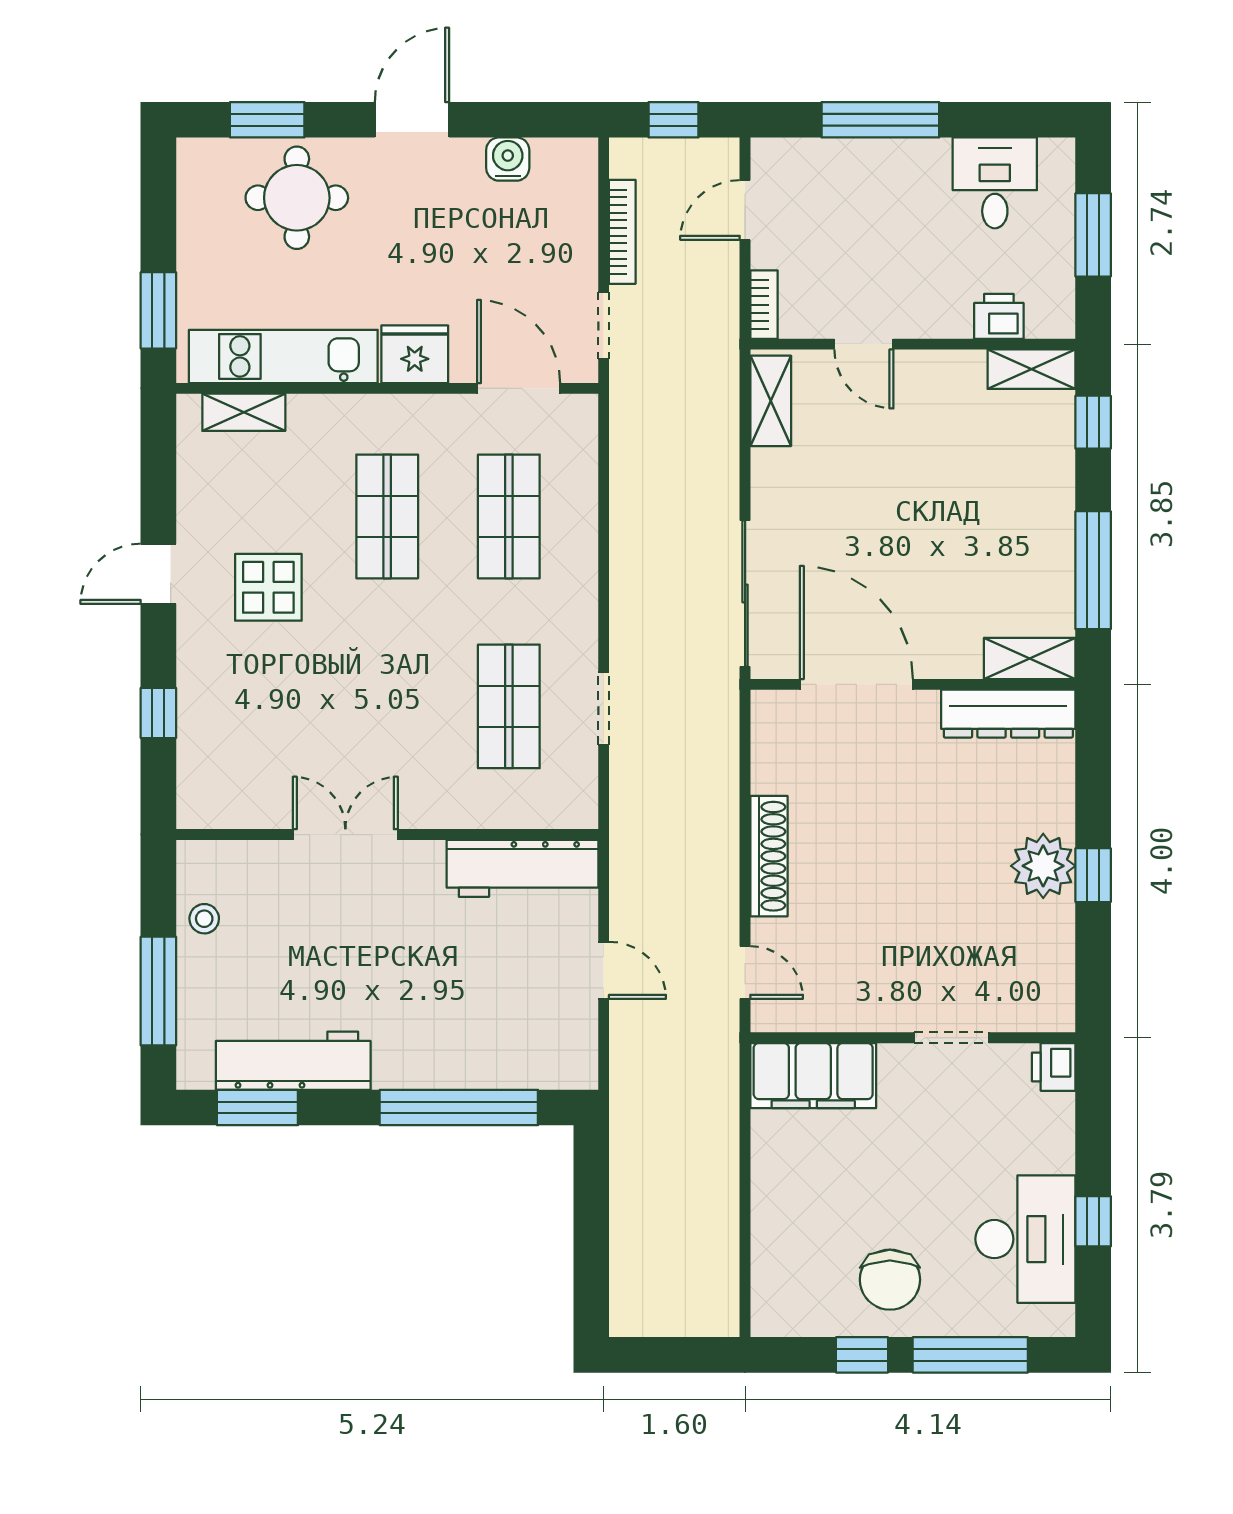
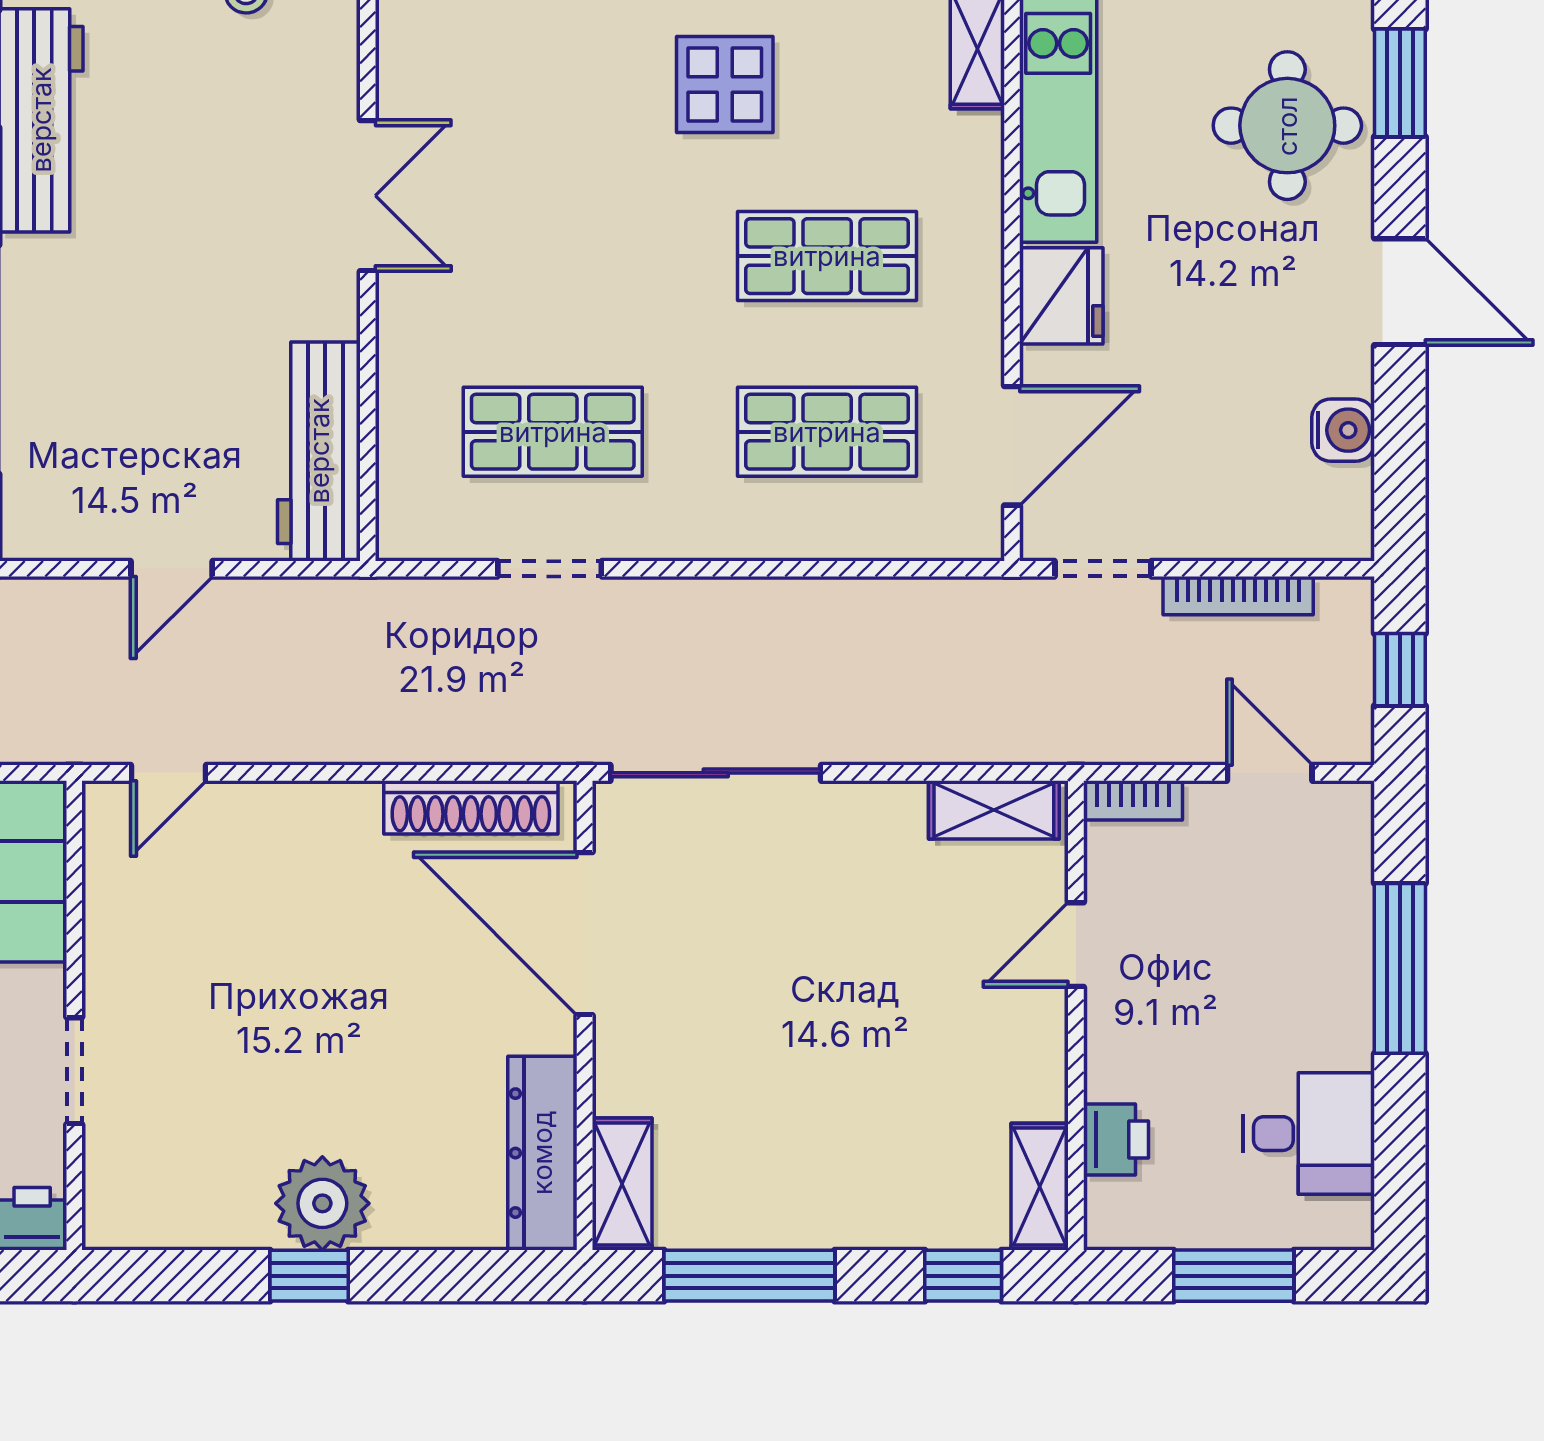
door: (856, 684) -> (585, 934), swing flipped
shoe rack: (769, 856) -> (471, 807), moved

